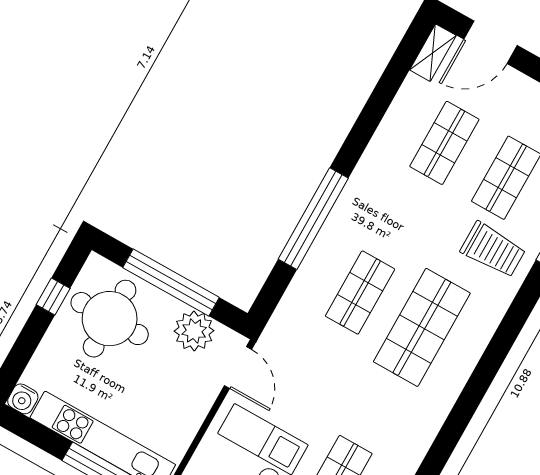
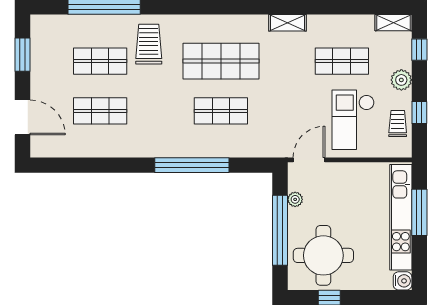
shelving: (433, 53) -> (287, 23), moved
plant: (194, 331) -> (295, 199), width x0.53, depth x0.53

